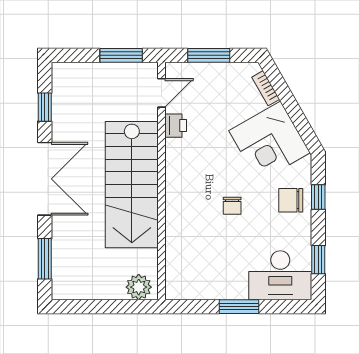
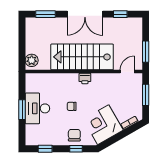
door: (162, 93) -> (127, 72), swing flipped
printer: (176, 126) -> (85, 78), moved
desk: (280, 275) -> (37, 108), moved

